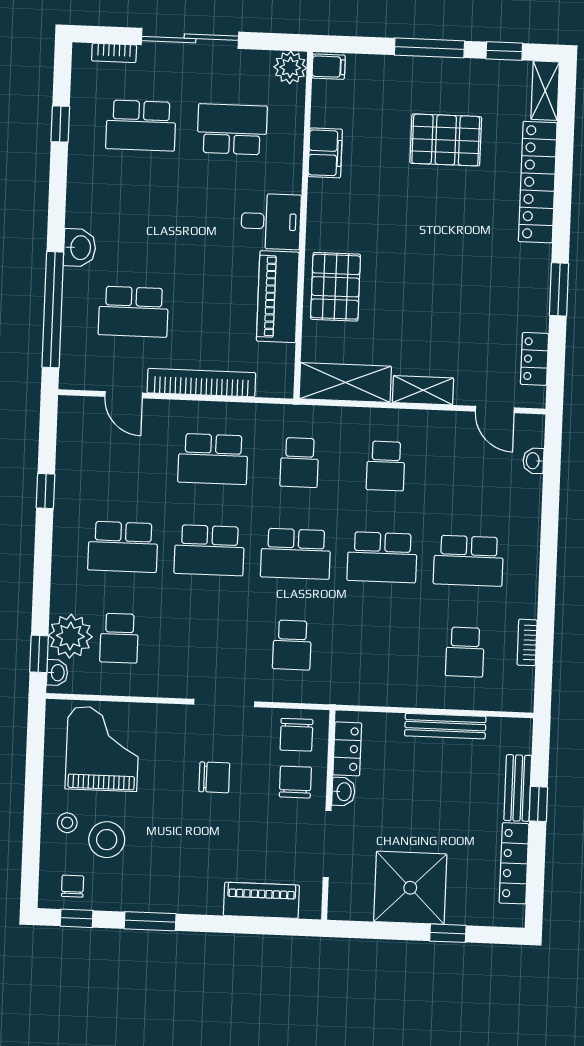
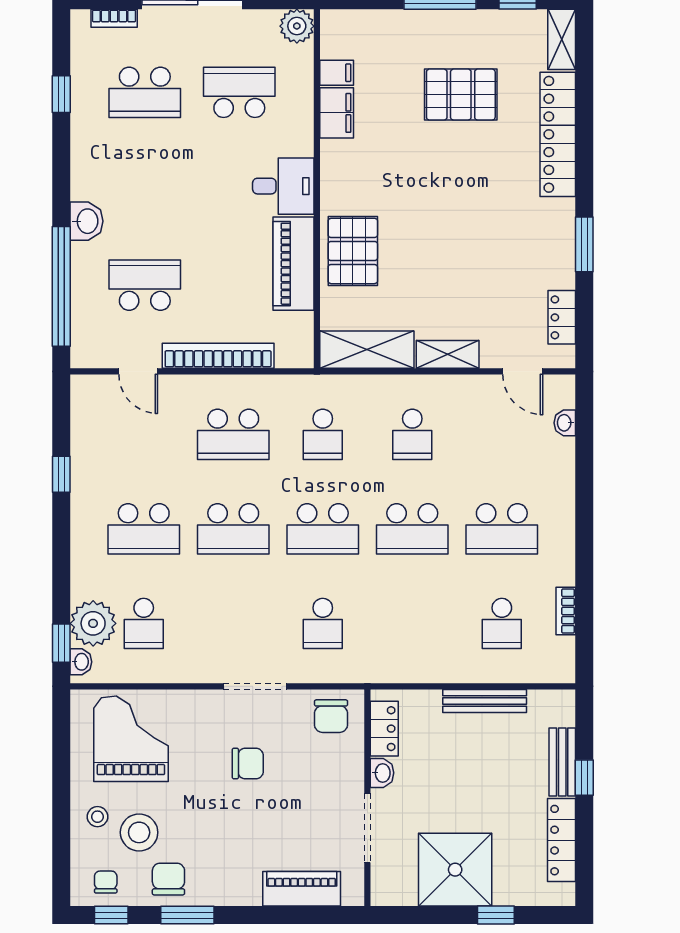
filing cabinet: (329, 67) -> (337, 73), moved
school desk: (133, 312) -> (145, 285), turned 180
chair: (295, 782) -> (168, 879), moved

